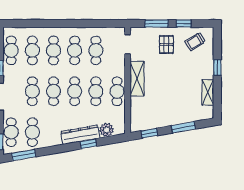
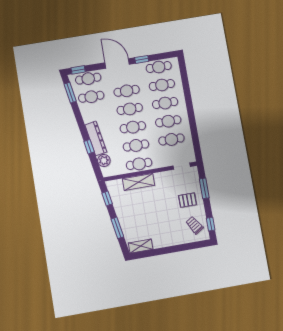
window: (184, 23) -> (211, 224), moved
window: (217, 67) -> (175, 249), removed
shelving: (137, 79) -> (139, 182), moved
shelving: (208, 92) -> (141, 246), moved

